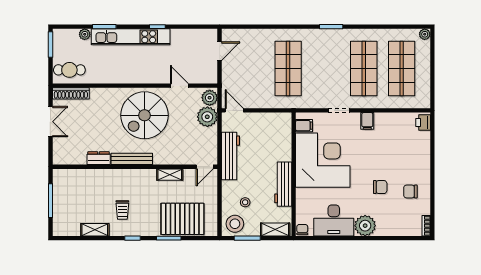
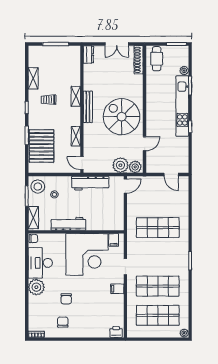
dresser: (99, 158) -> (88, 55), moved
shelving: (118, 175) -> (76, 96), added

